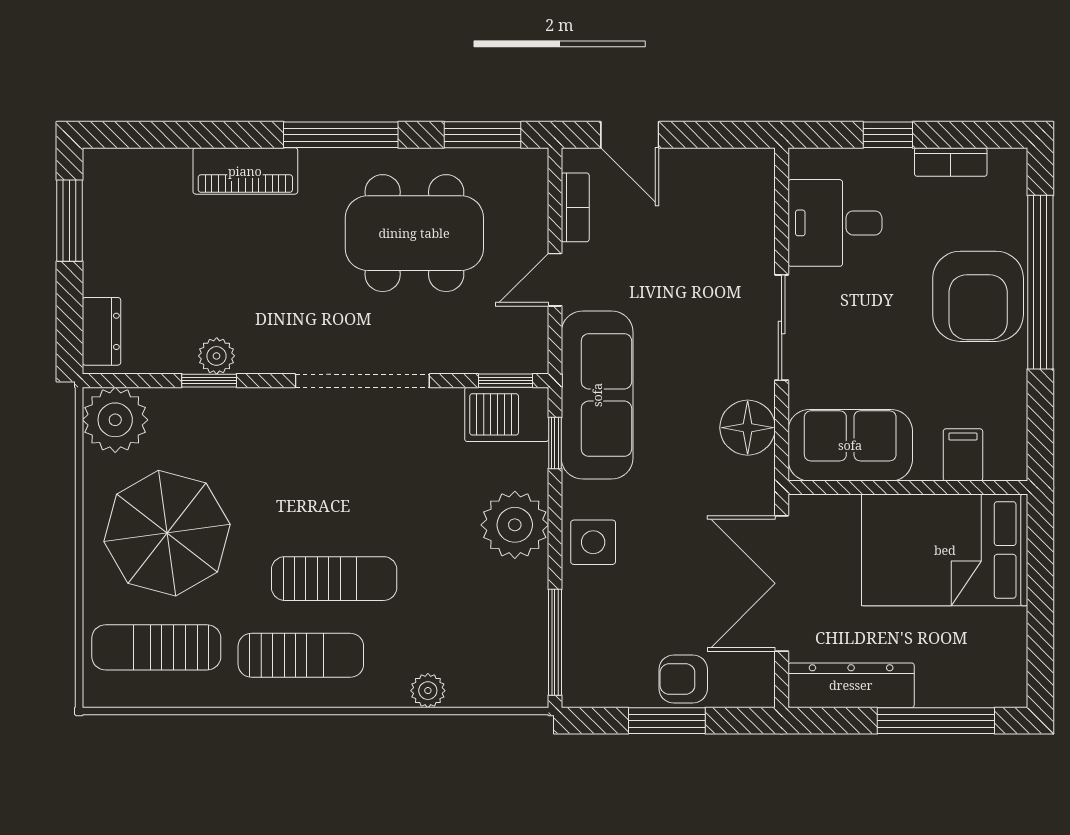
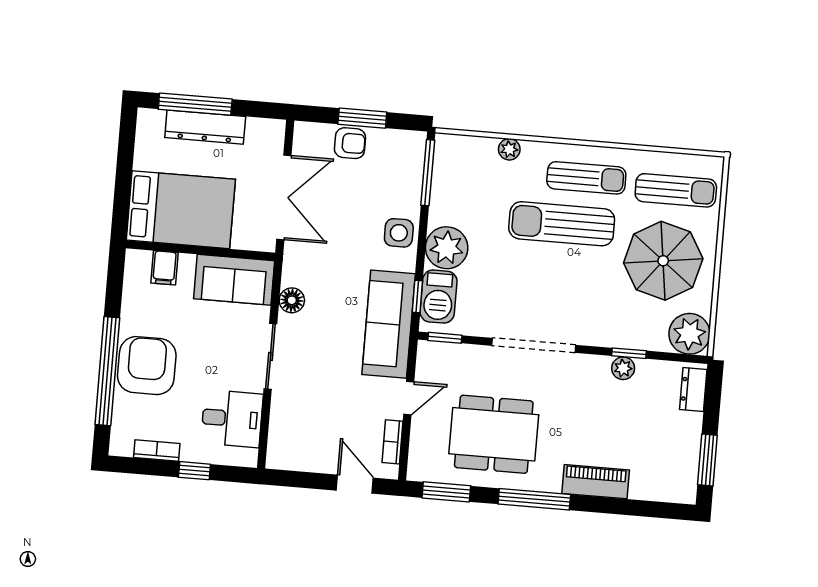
barbecue: (507, 414) -> (438, 297), moved, turned 90
floor lamp: (748, 428) -> (292, 300), width x0.73, depth x0.73
sun lounger: (334, 579) -> (562, 224), width x1.36, depth x1.34
sun lounger: (301, 655) -> (586, 178), turned 180
dresser: (851, 685) -> (205, 127), moved

